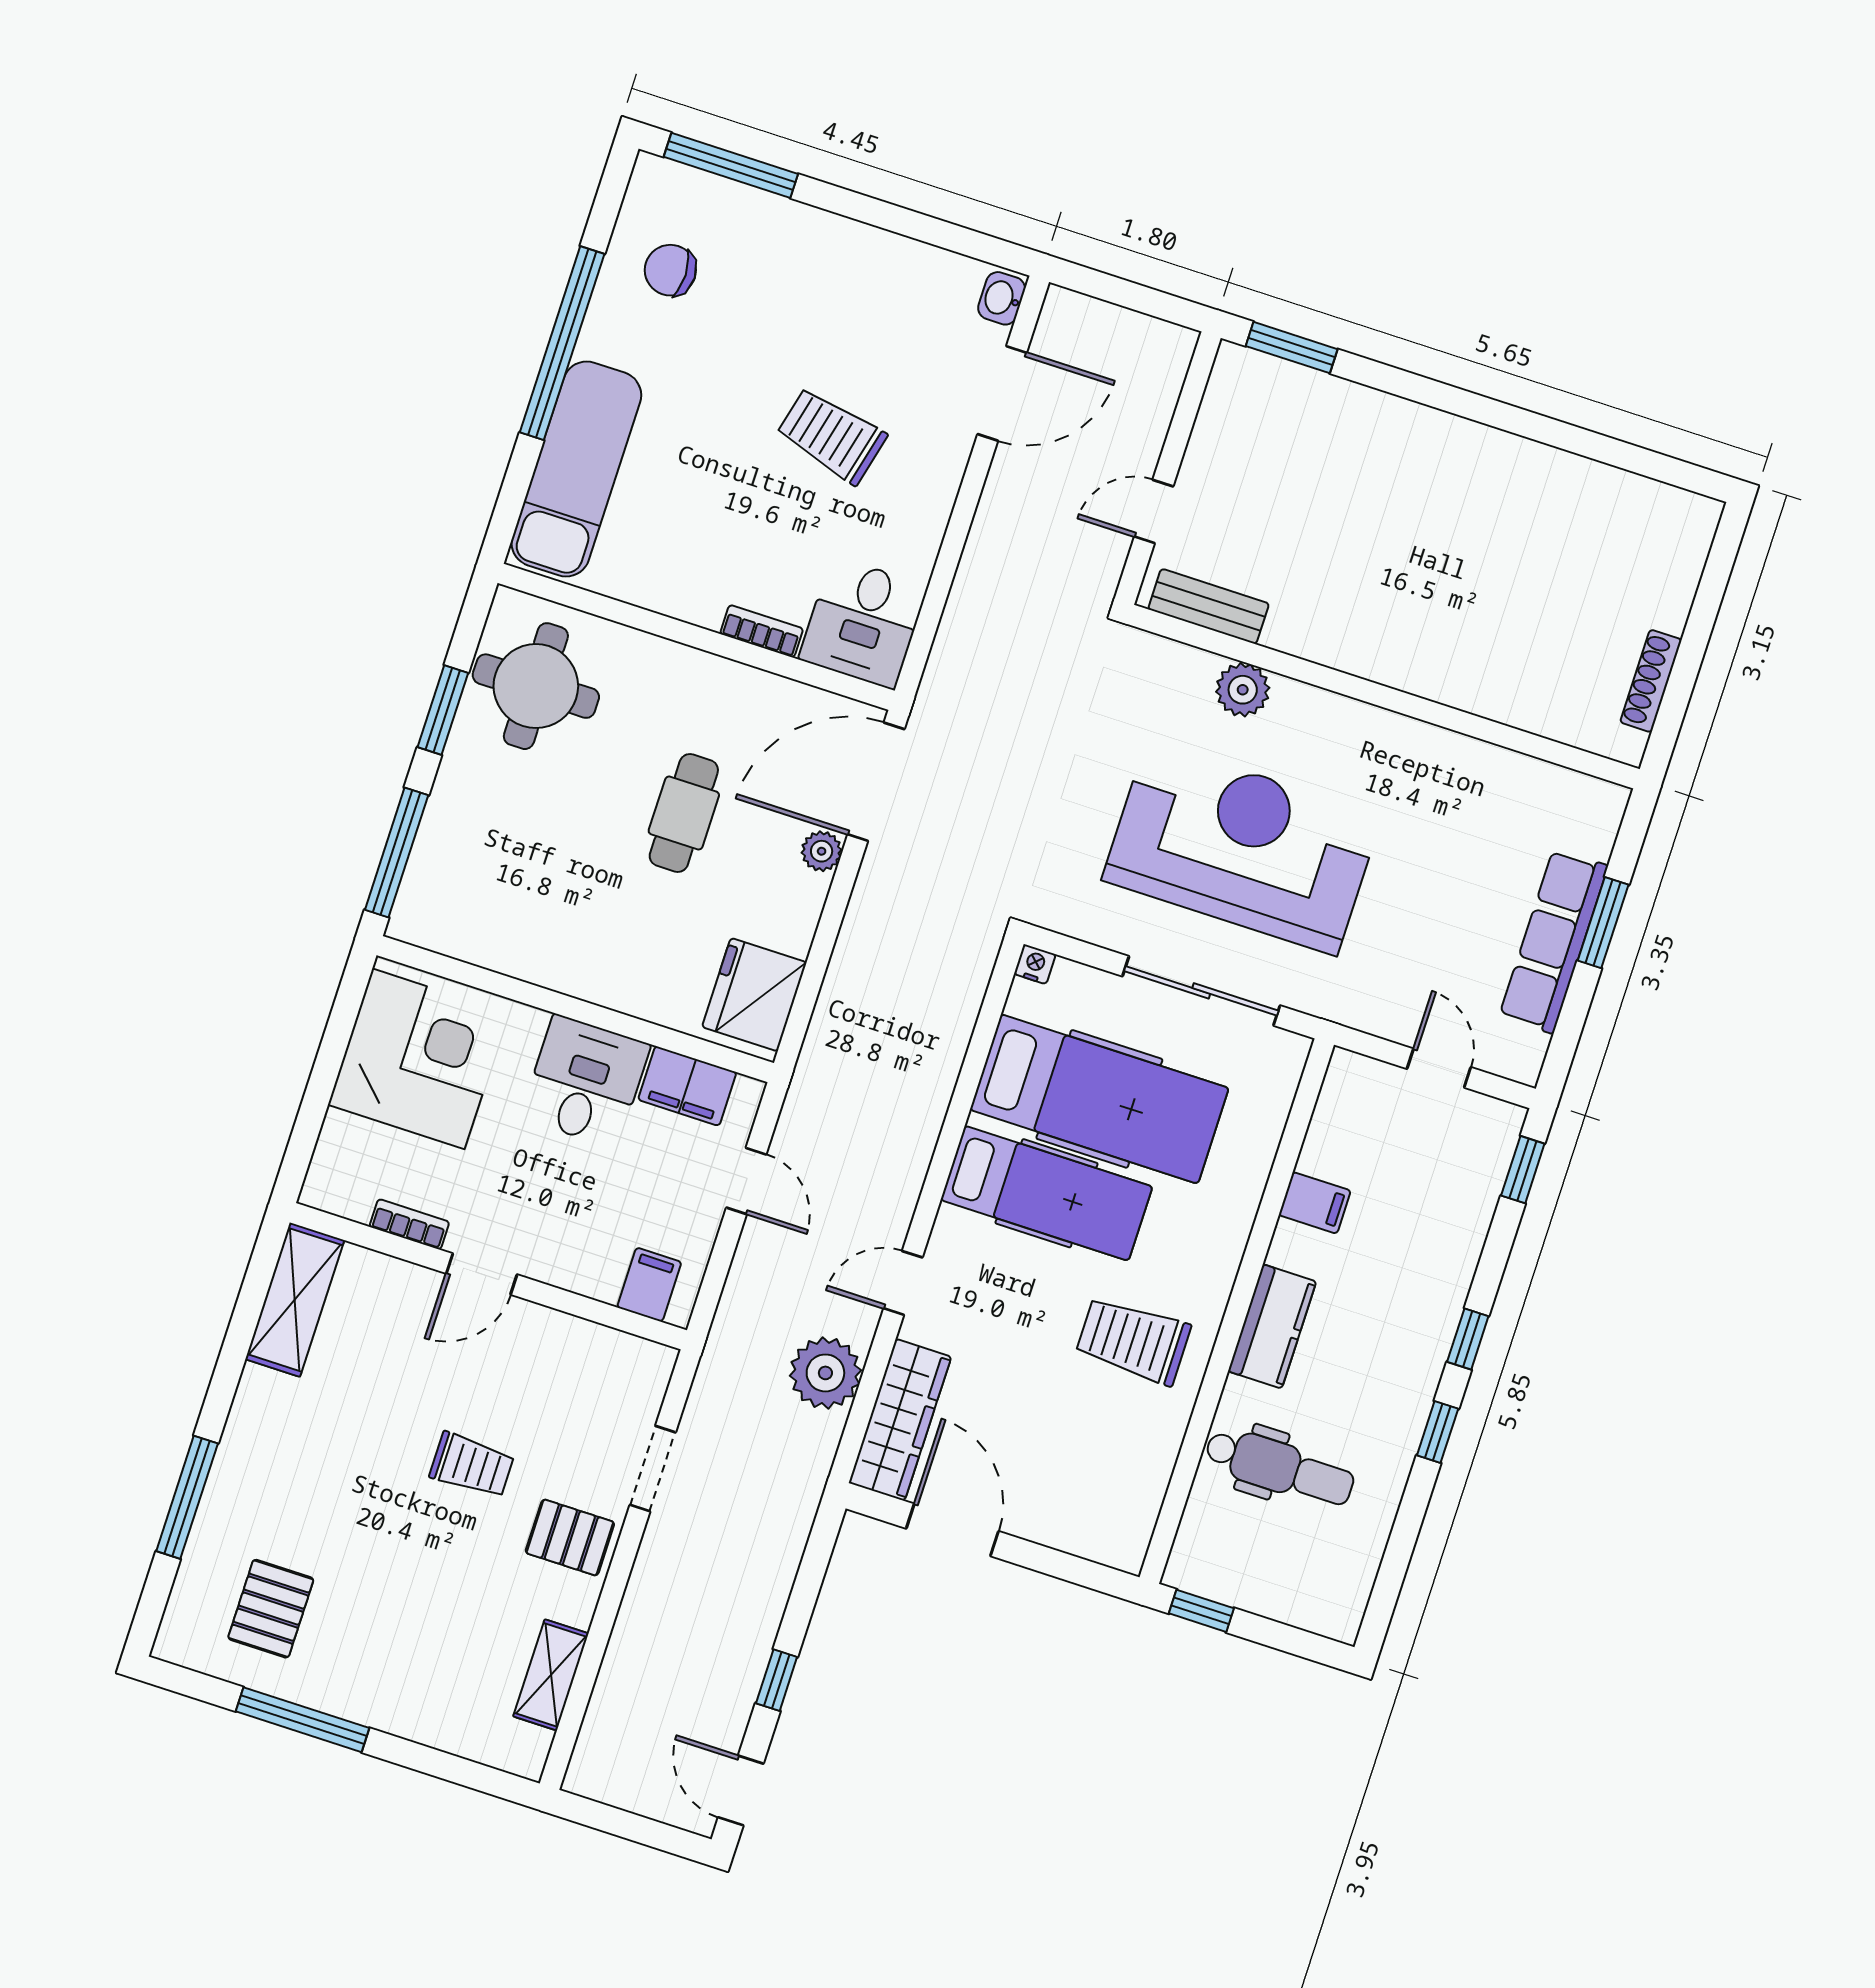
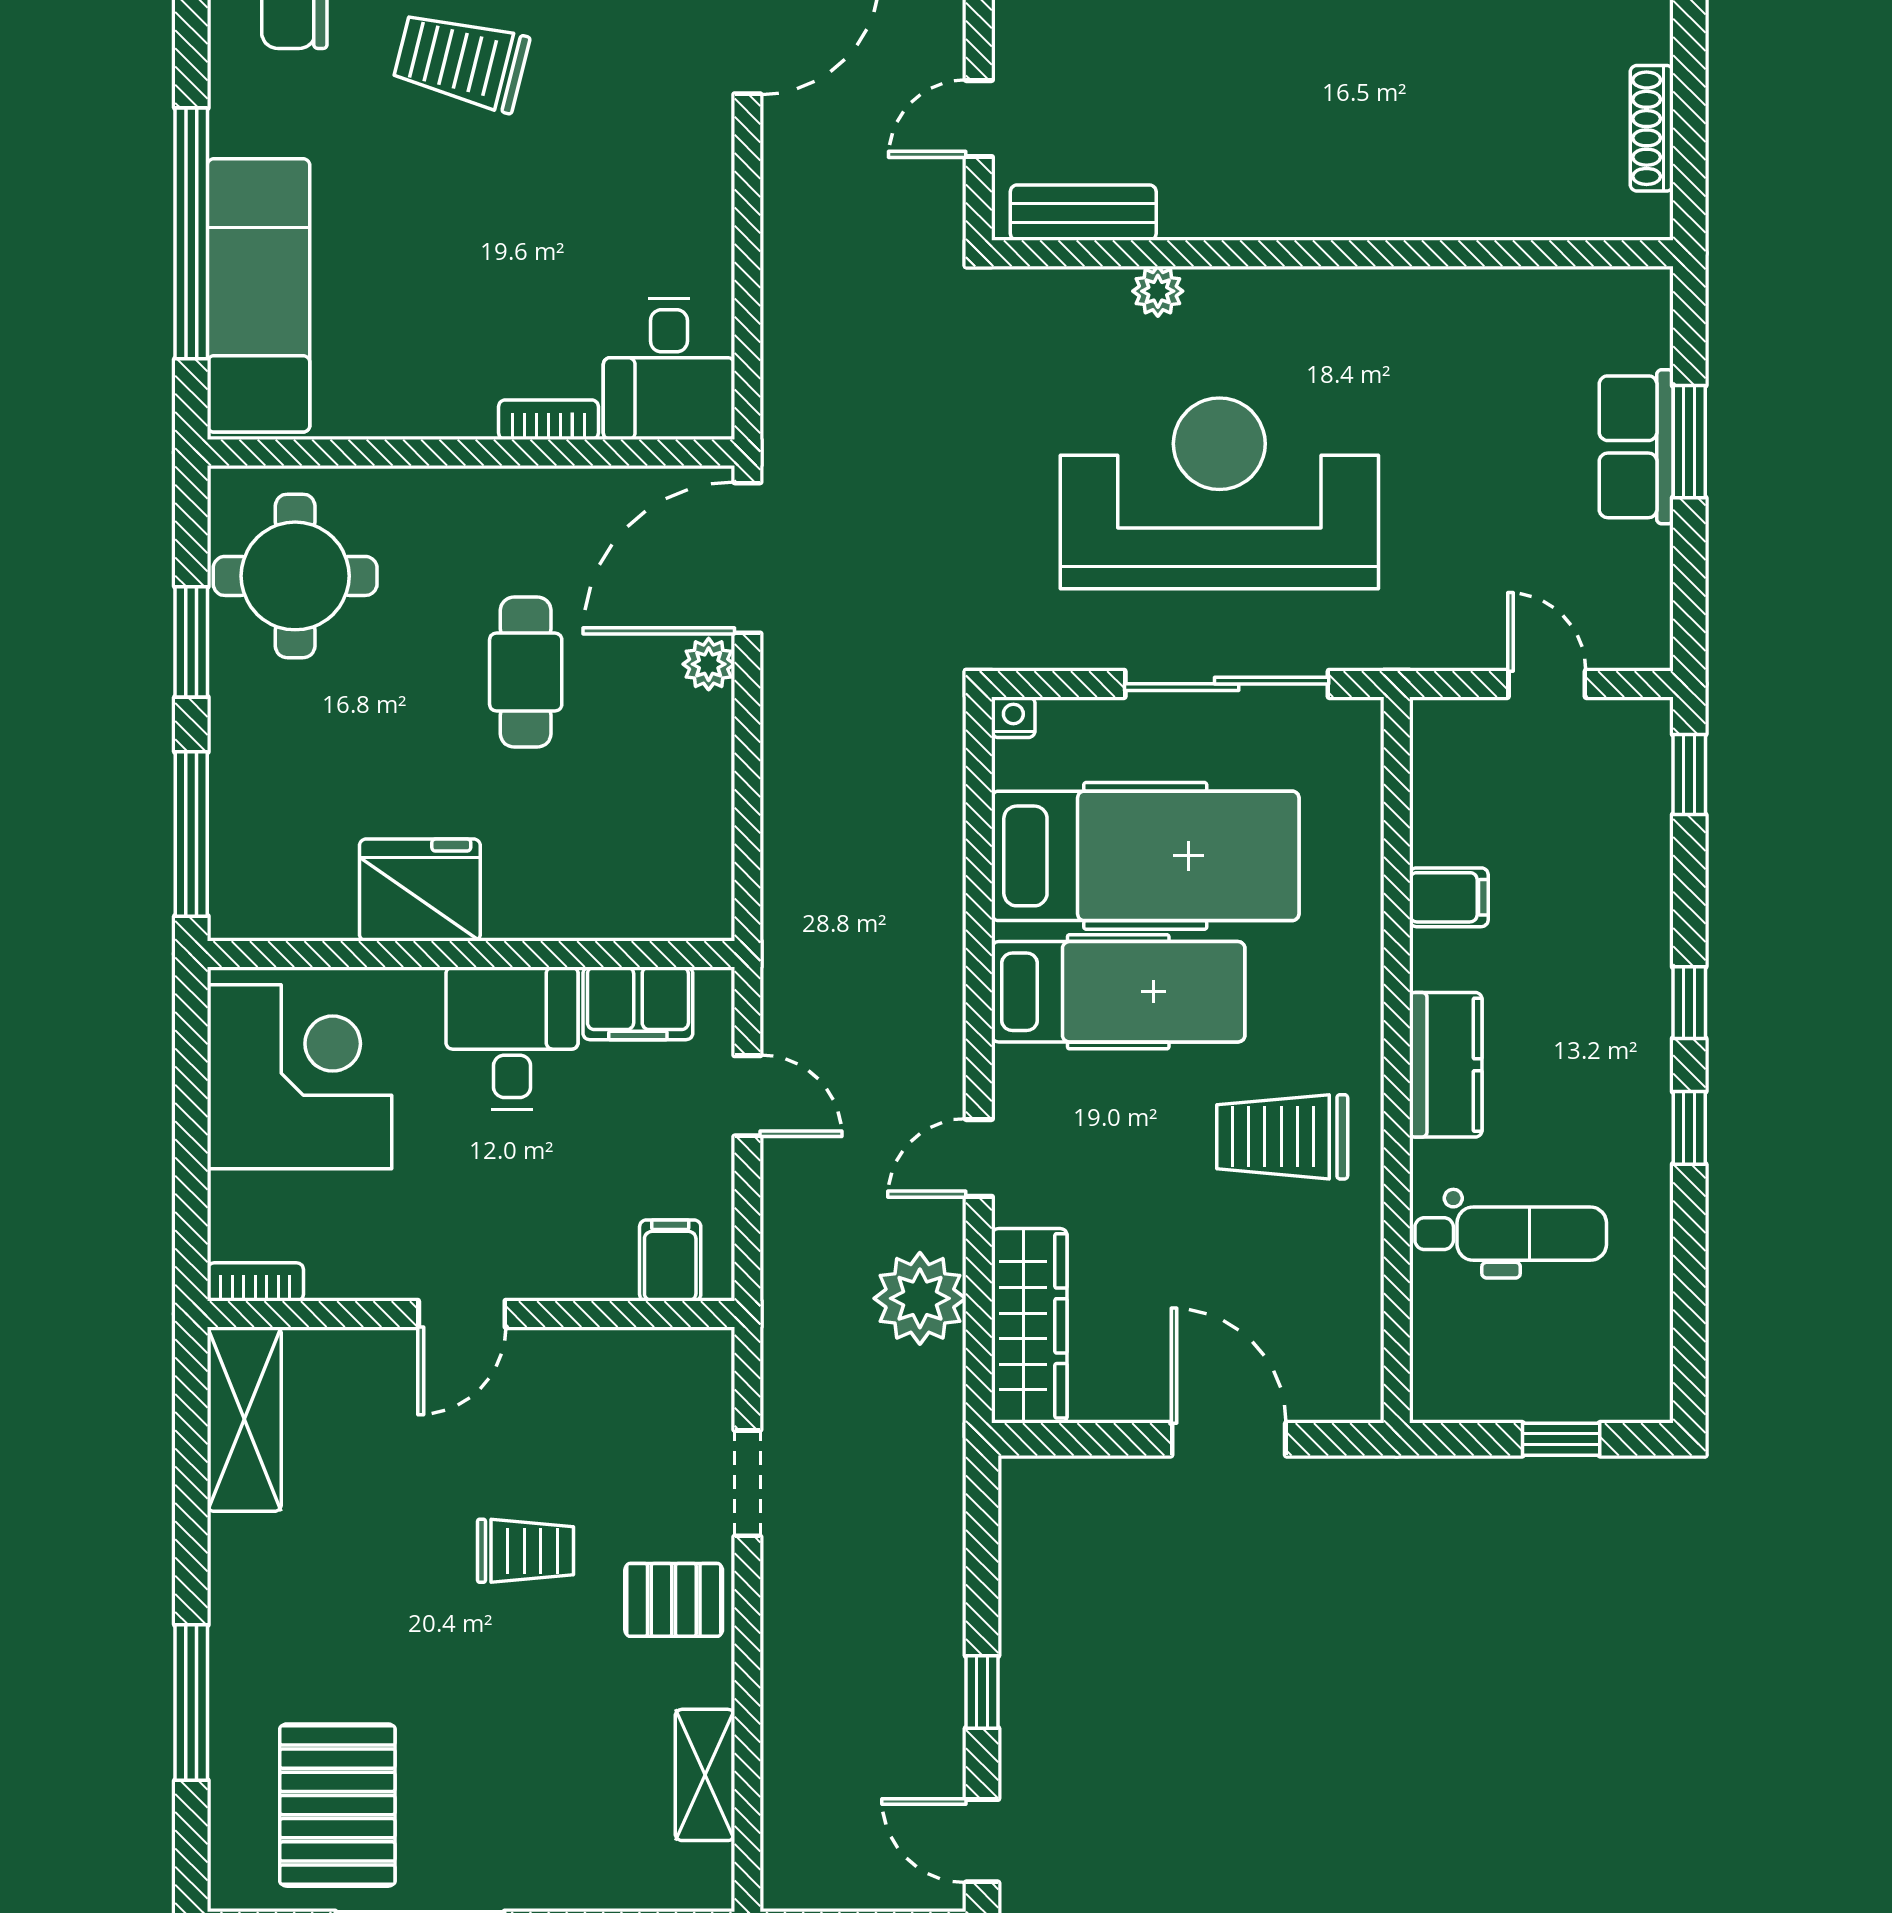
window: (562, 343) -> (191, 233), moved
trolley: (832, 436) -> (461, 61), moved
plant: (1243, 690) -> (1158, 291), width x0.73, depth x0.73
row of seats: (1554, 941) -> (1636, 447), width x0.68
fridge: (754, 995) -> (420, 890), moved, turned 90
bookcase: (409, 1224) -> (255, 1282), moved
door: (952, 1530) -> (1229, 1439), moved
pallet: (271, 1609) -> (337, 1805), width x1.50, depth x1.42
window: (1201, 1611) -> (1561, 1439), moved

